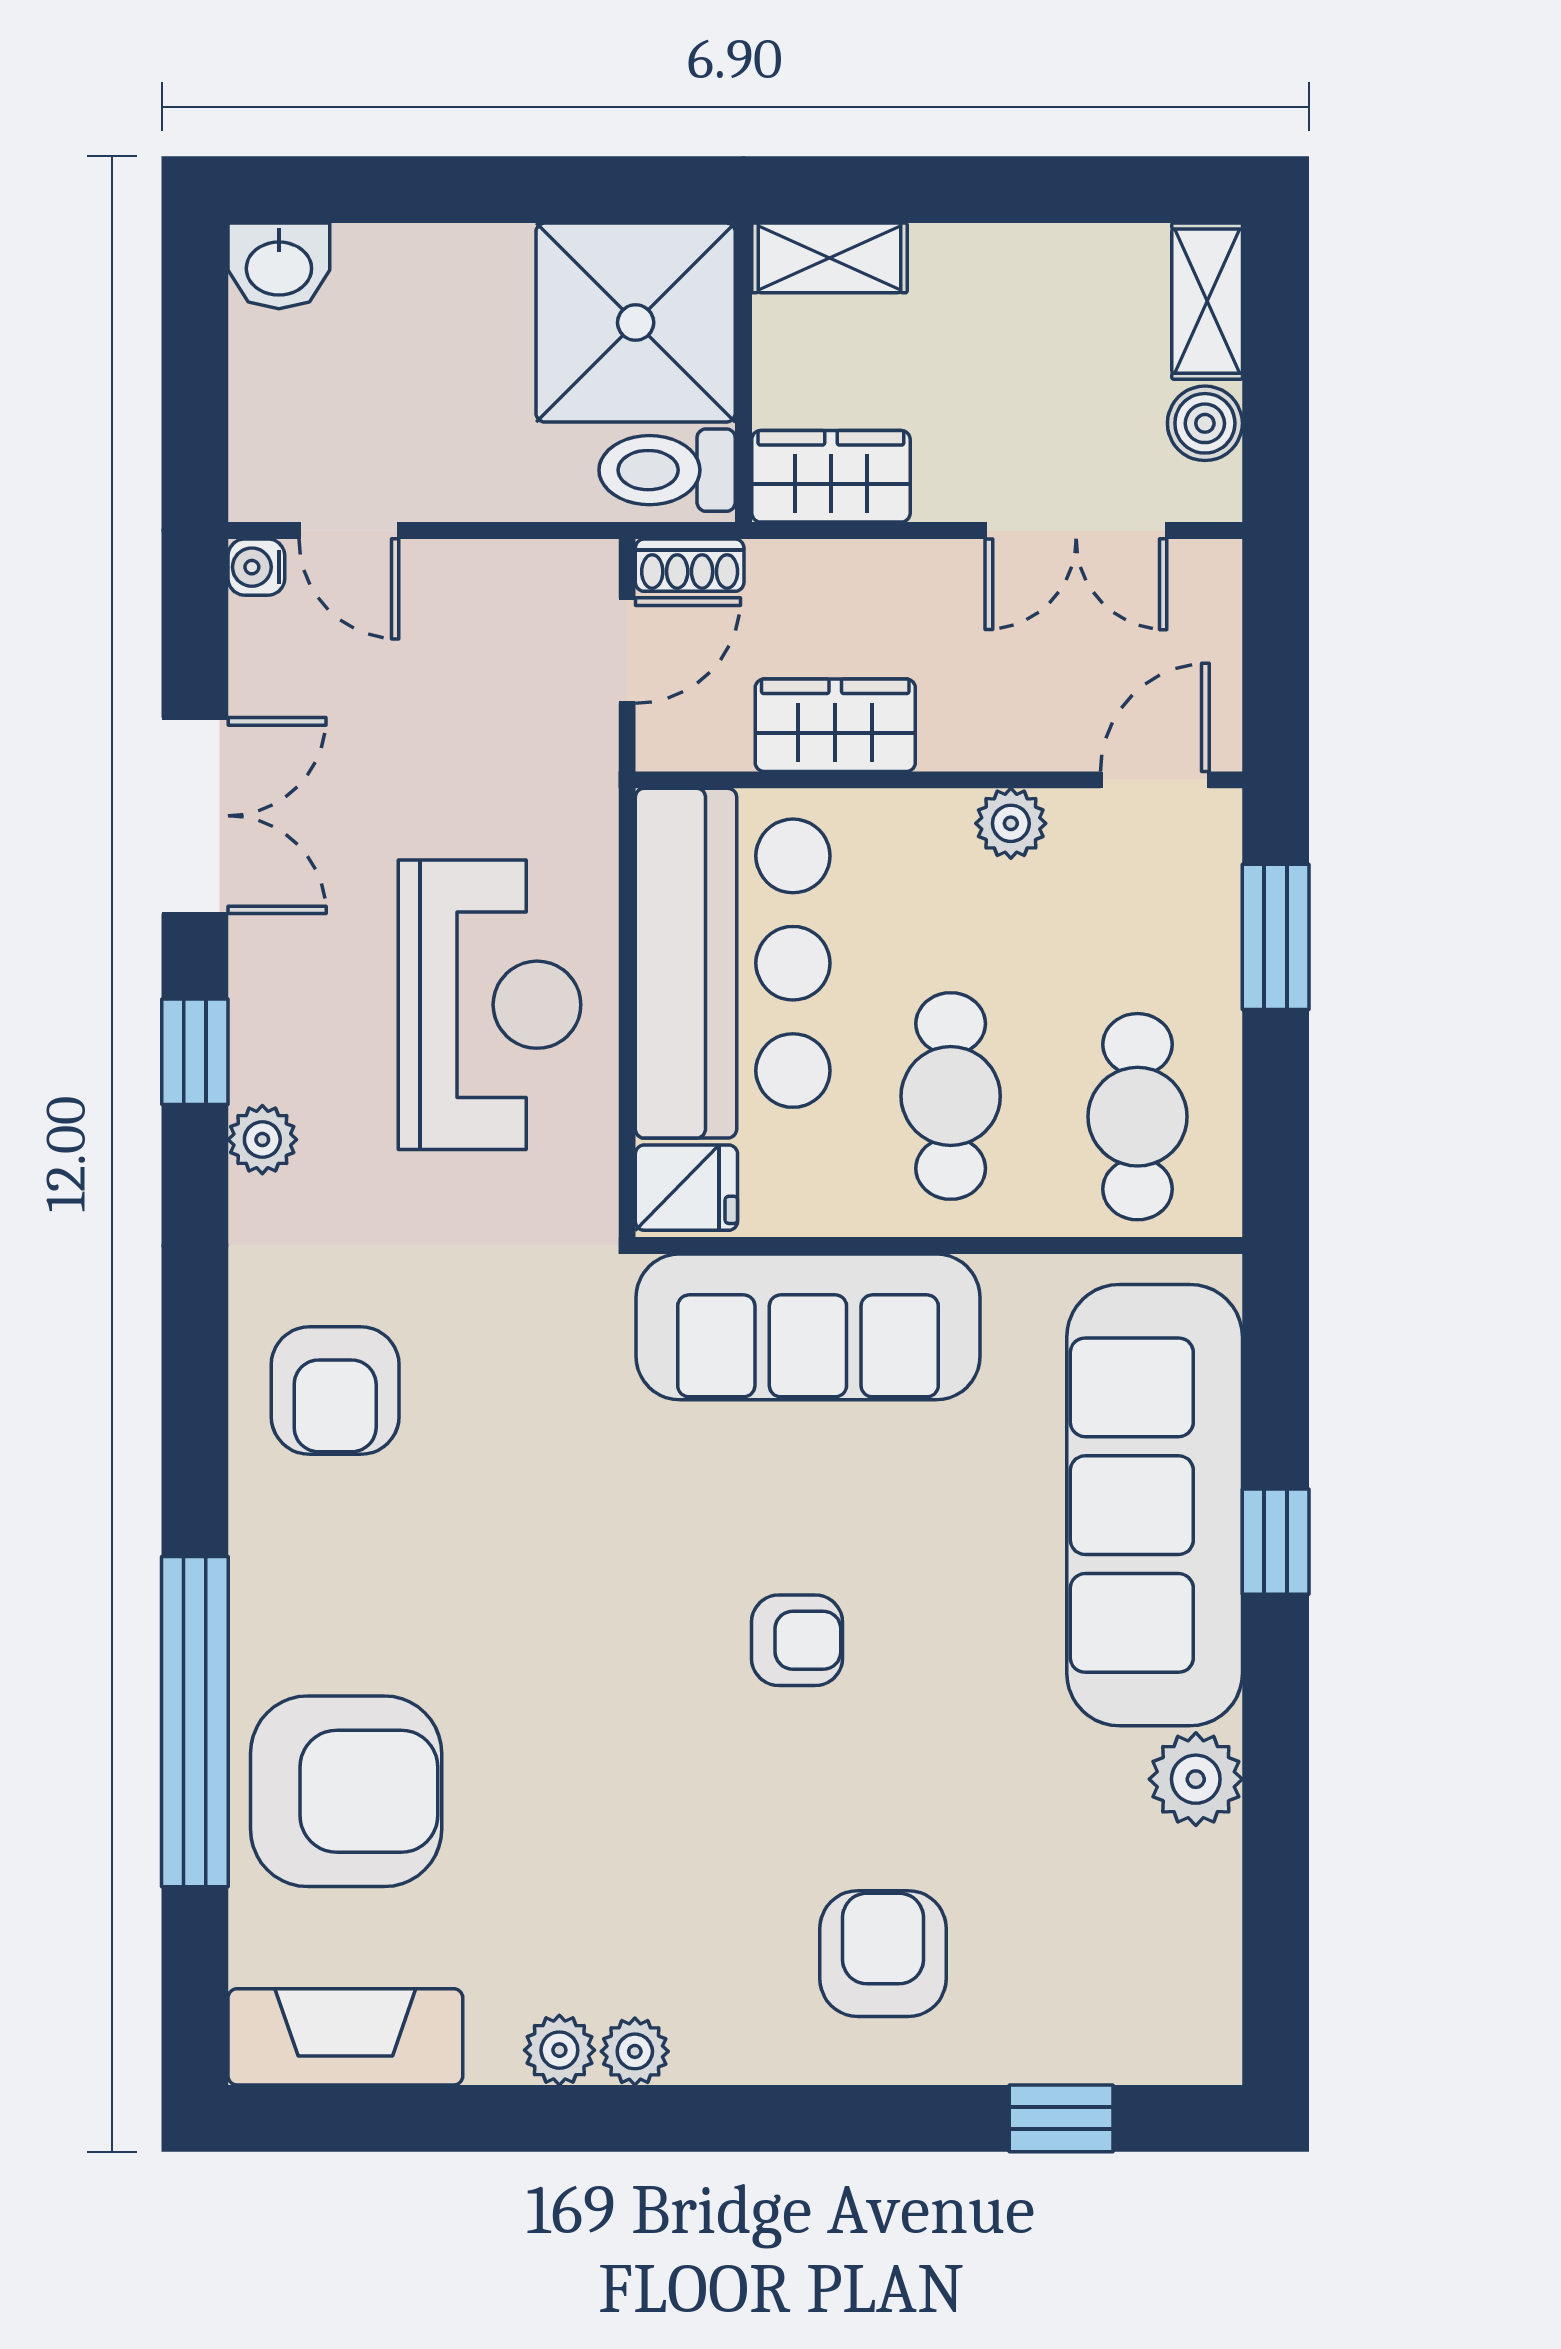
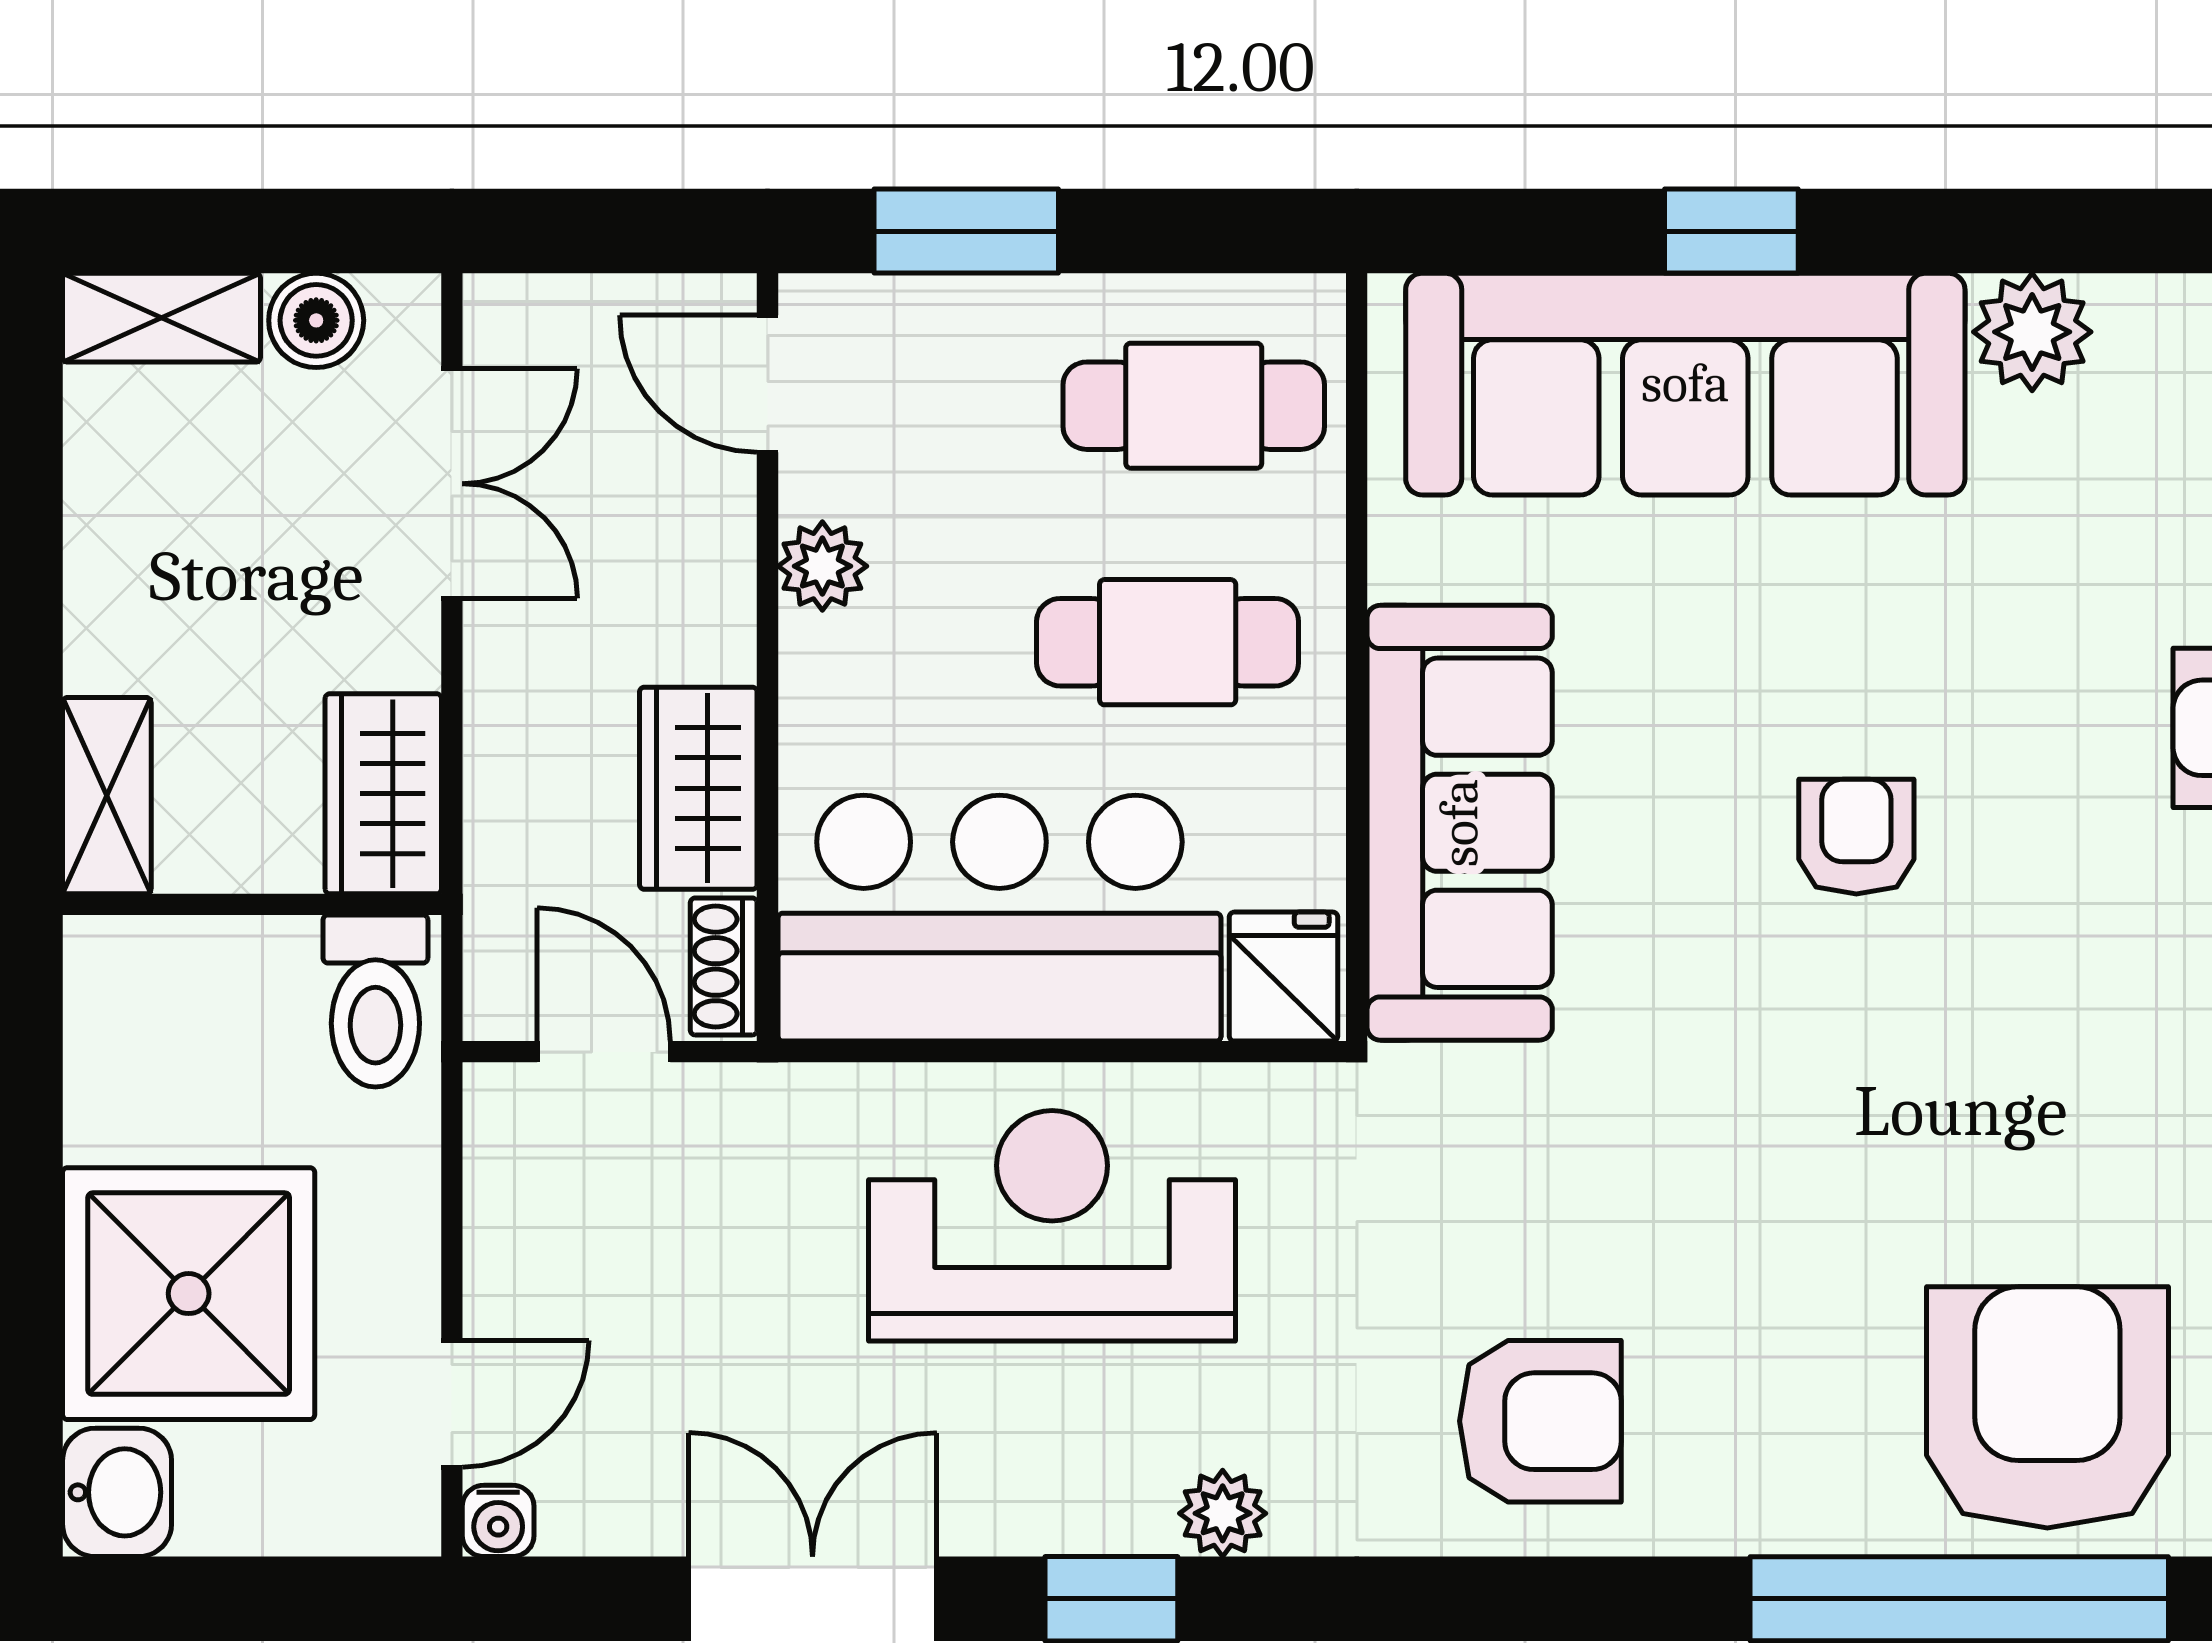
shower: (636, 323) -> (189, 1294), moved
shoe rack: (690, 565) -> (724, 966), moved, turned 180

